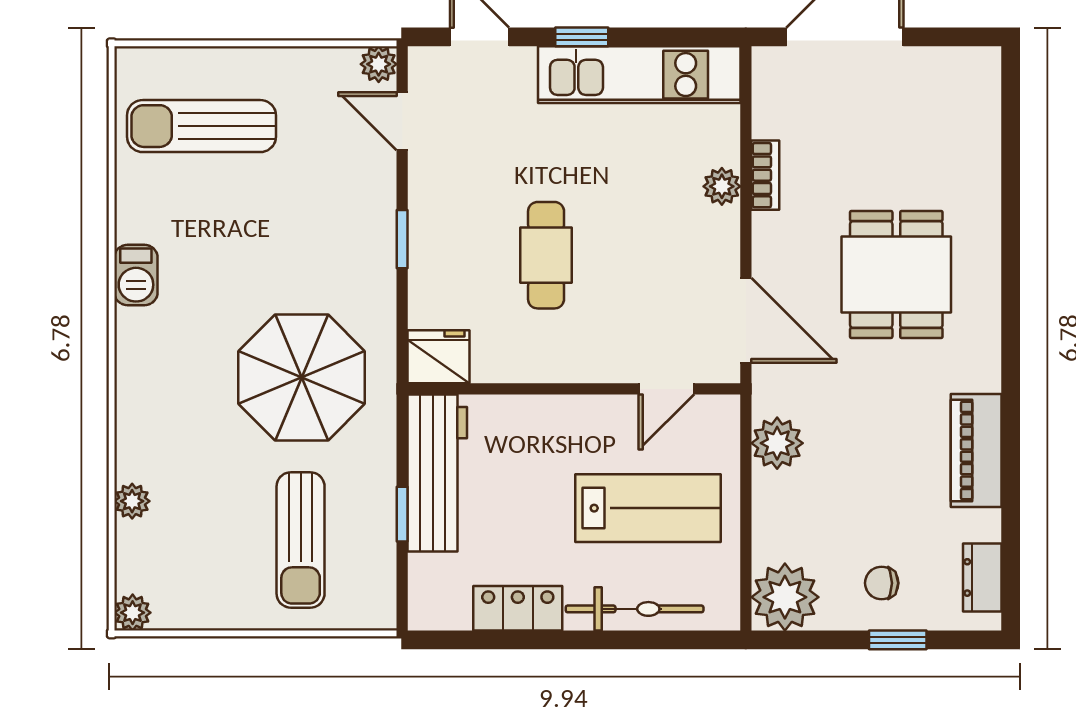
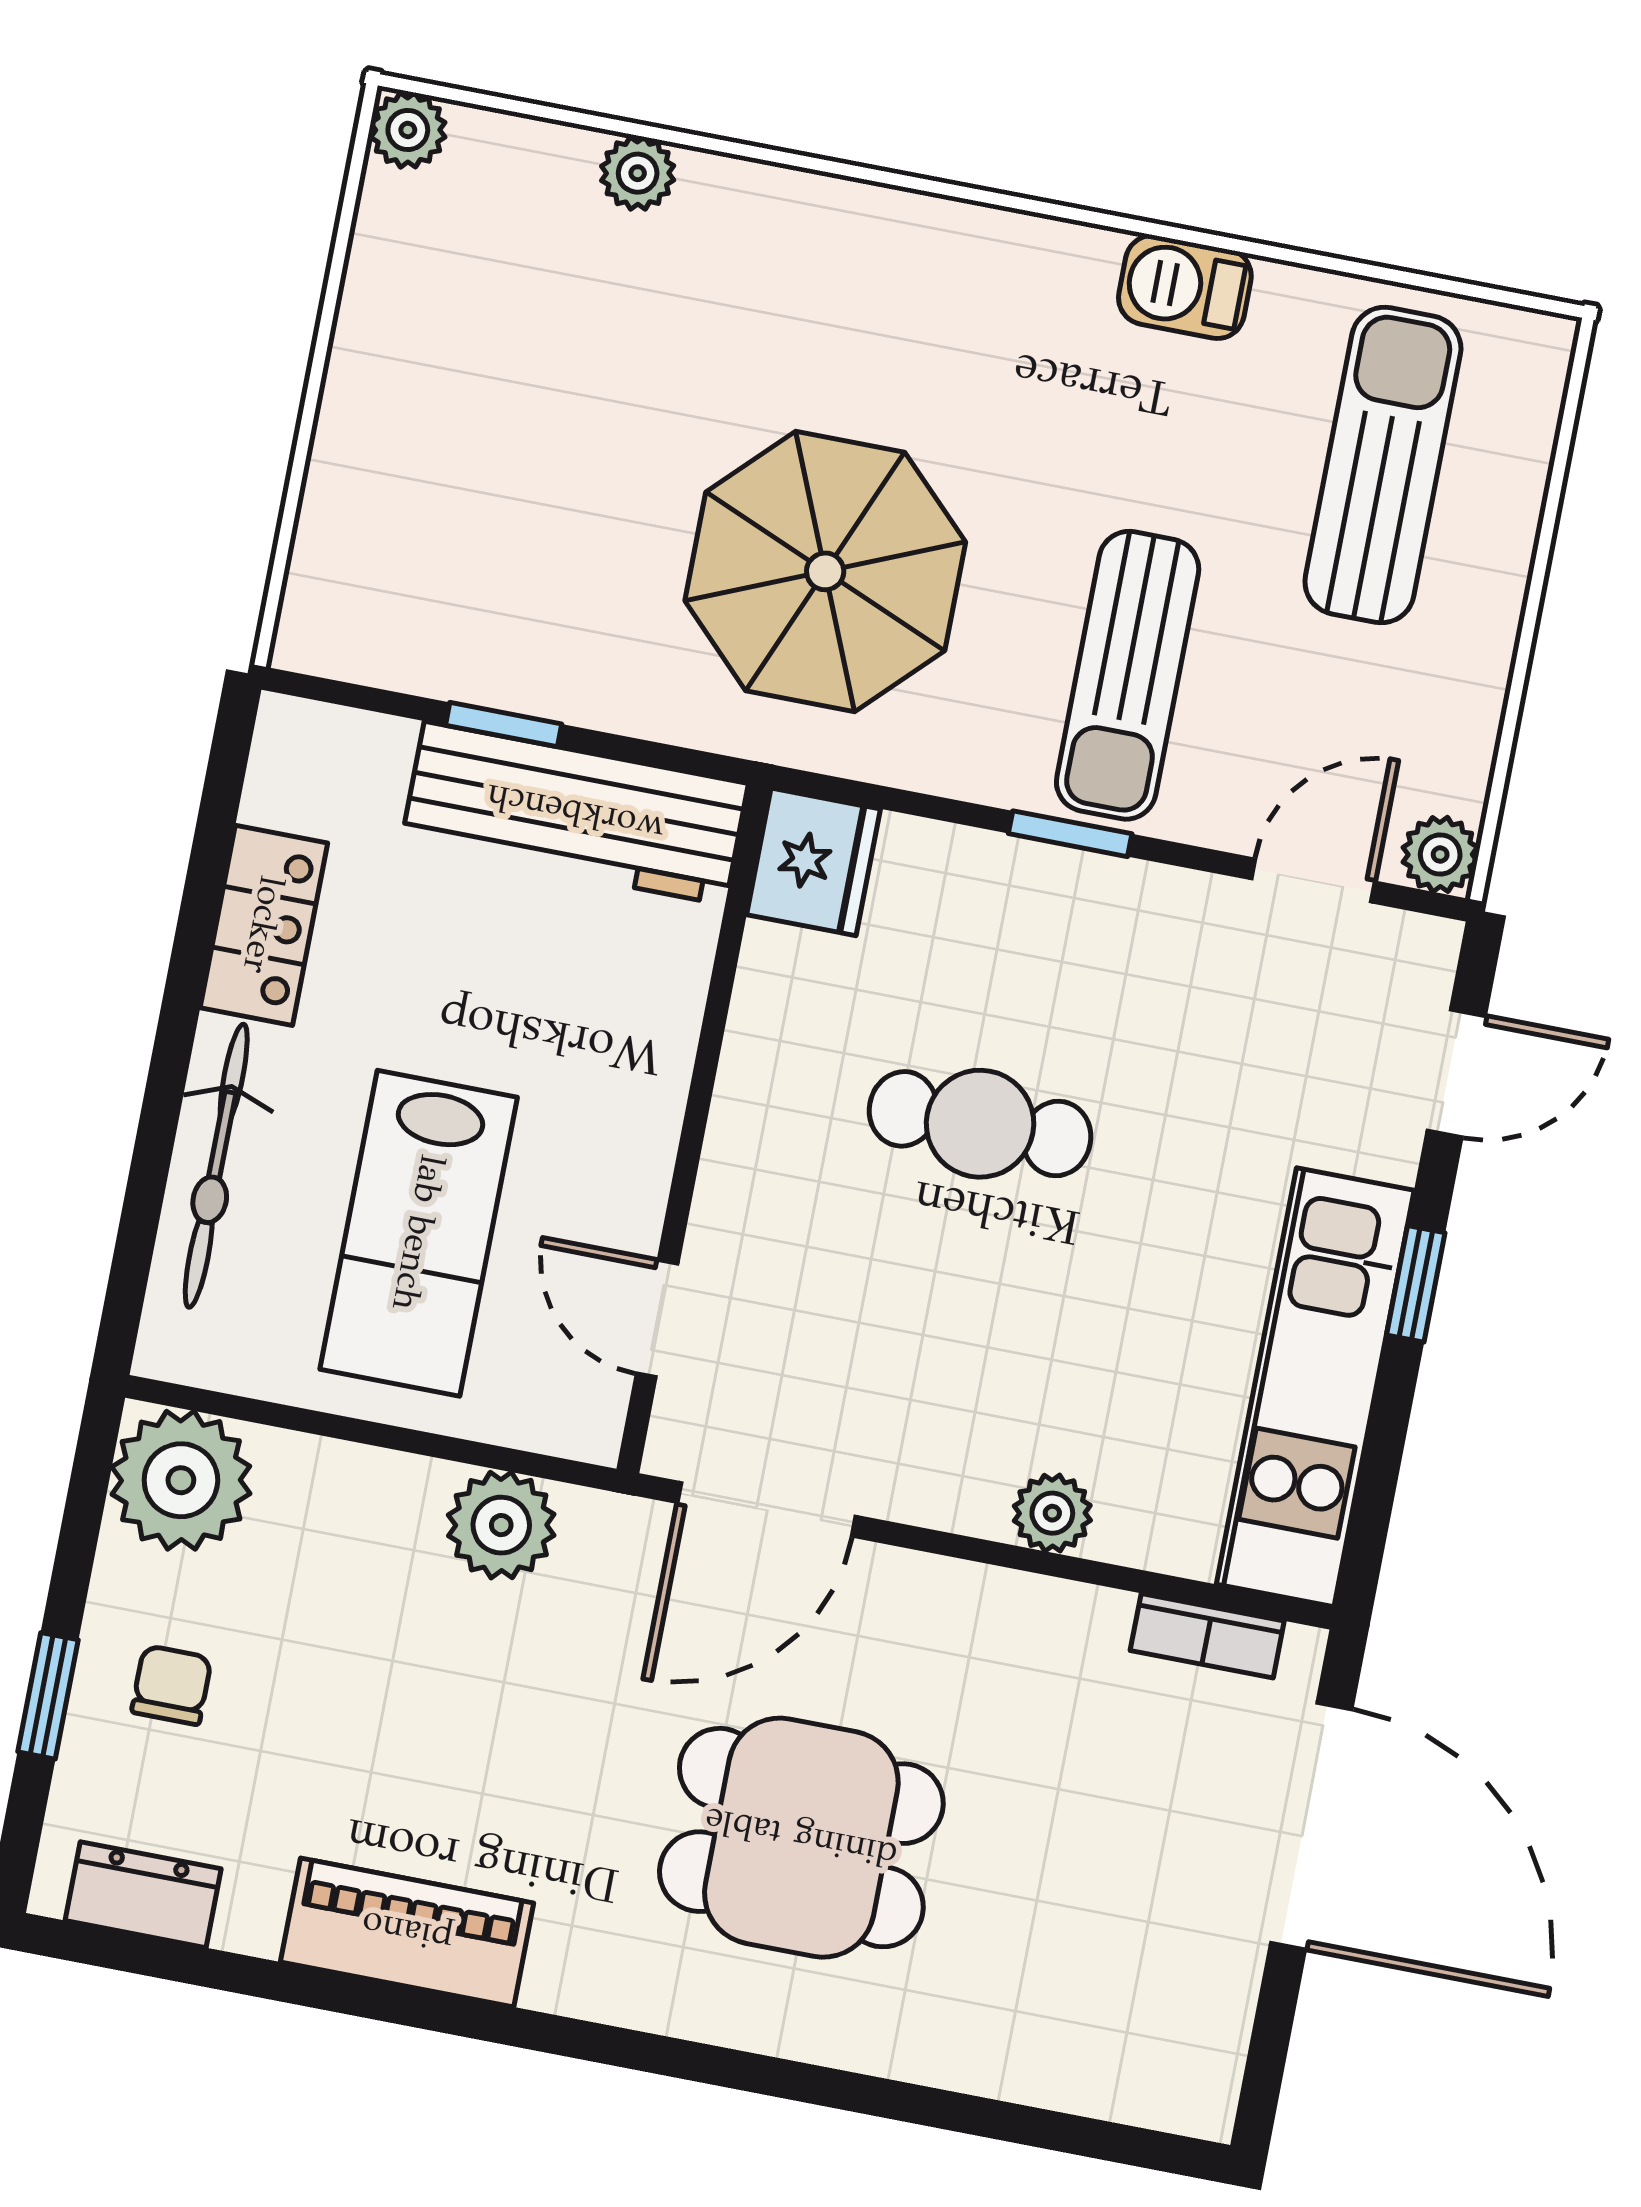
bookcase: (765, 175) -> (1207, 1636), moved
barbecue: (136, 275) -> (1185, 287), moved
sun lounger: (301, 540) -> (1128, 675), moved, turned -90

